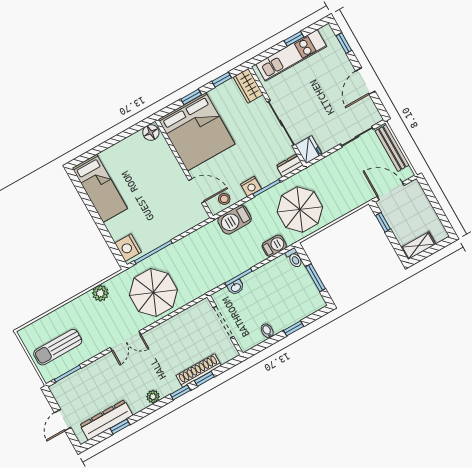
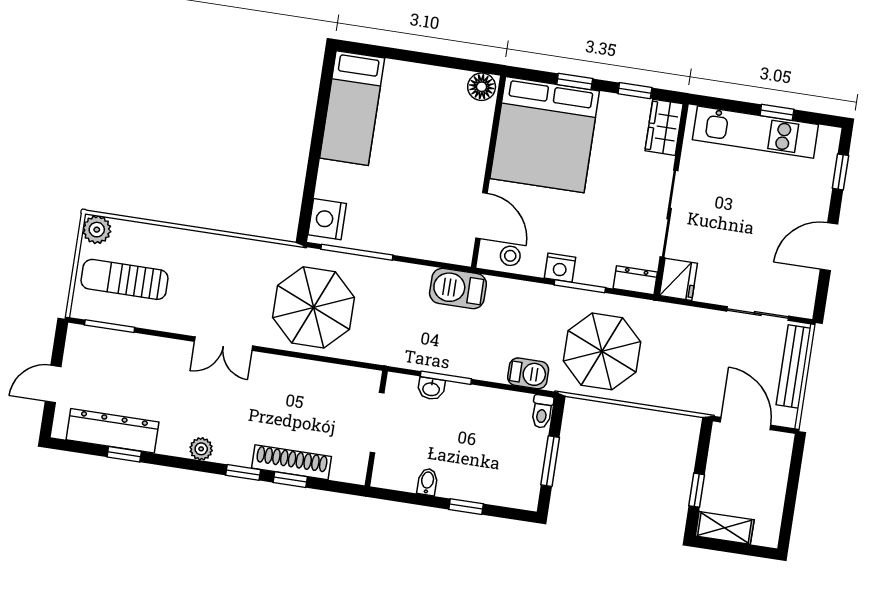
barbecue: (235, 220) -> (458, 289), moved
window: (383, 222) -> (697, 490), moved
plant: (100, 293) -> (97, 230), moved

